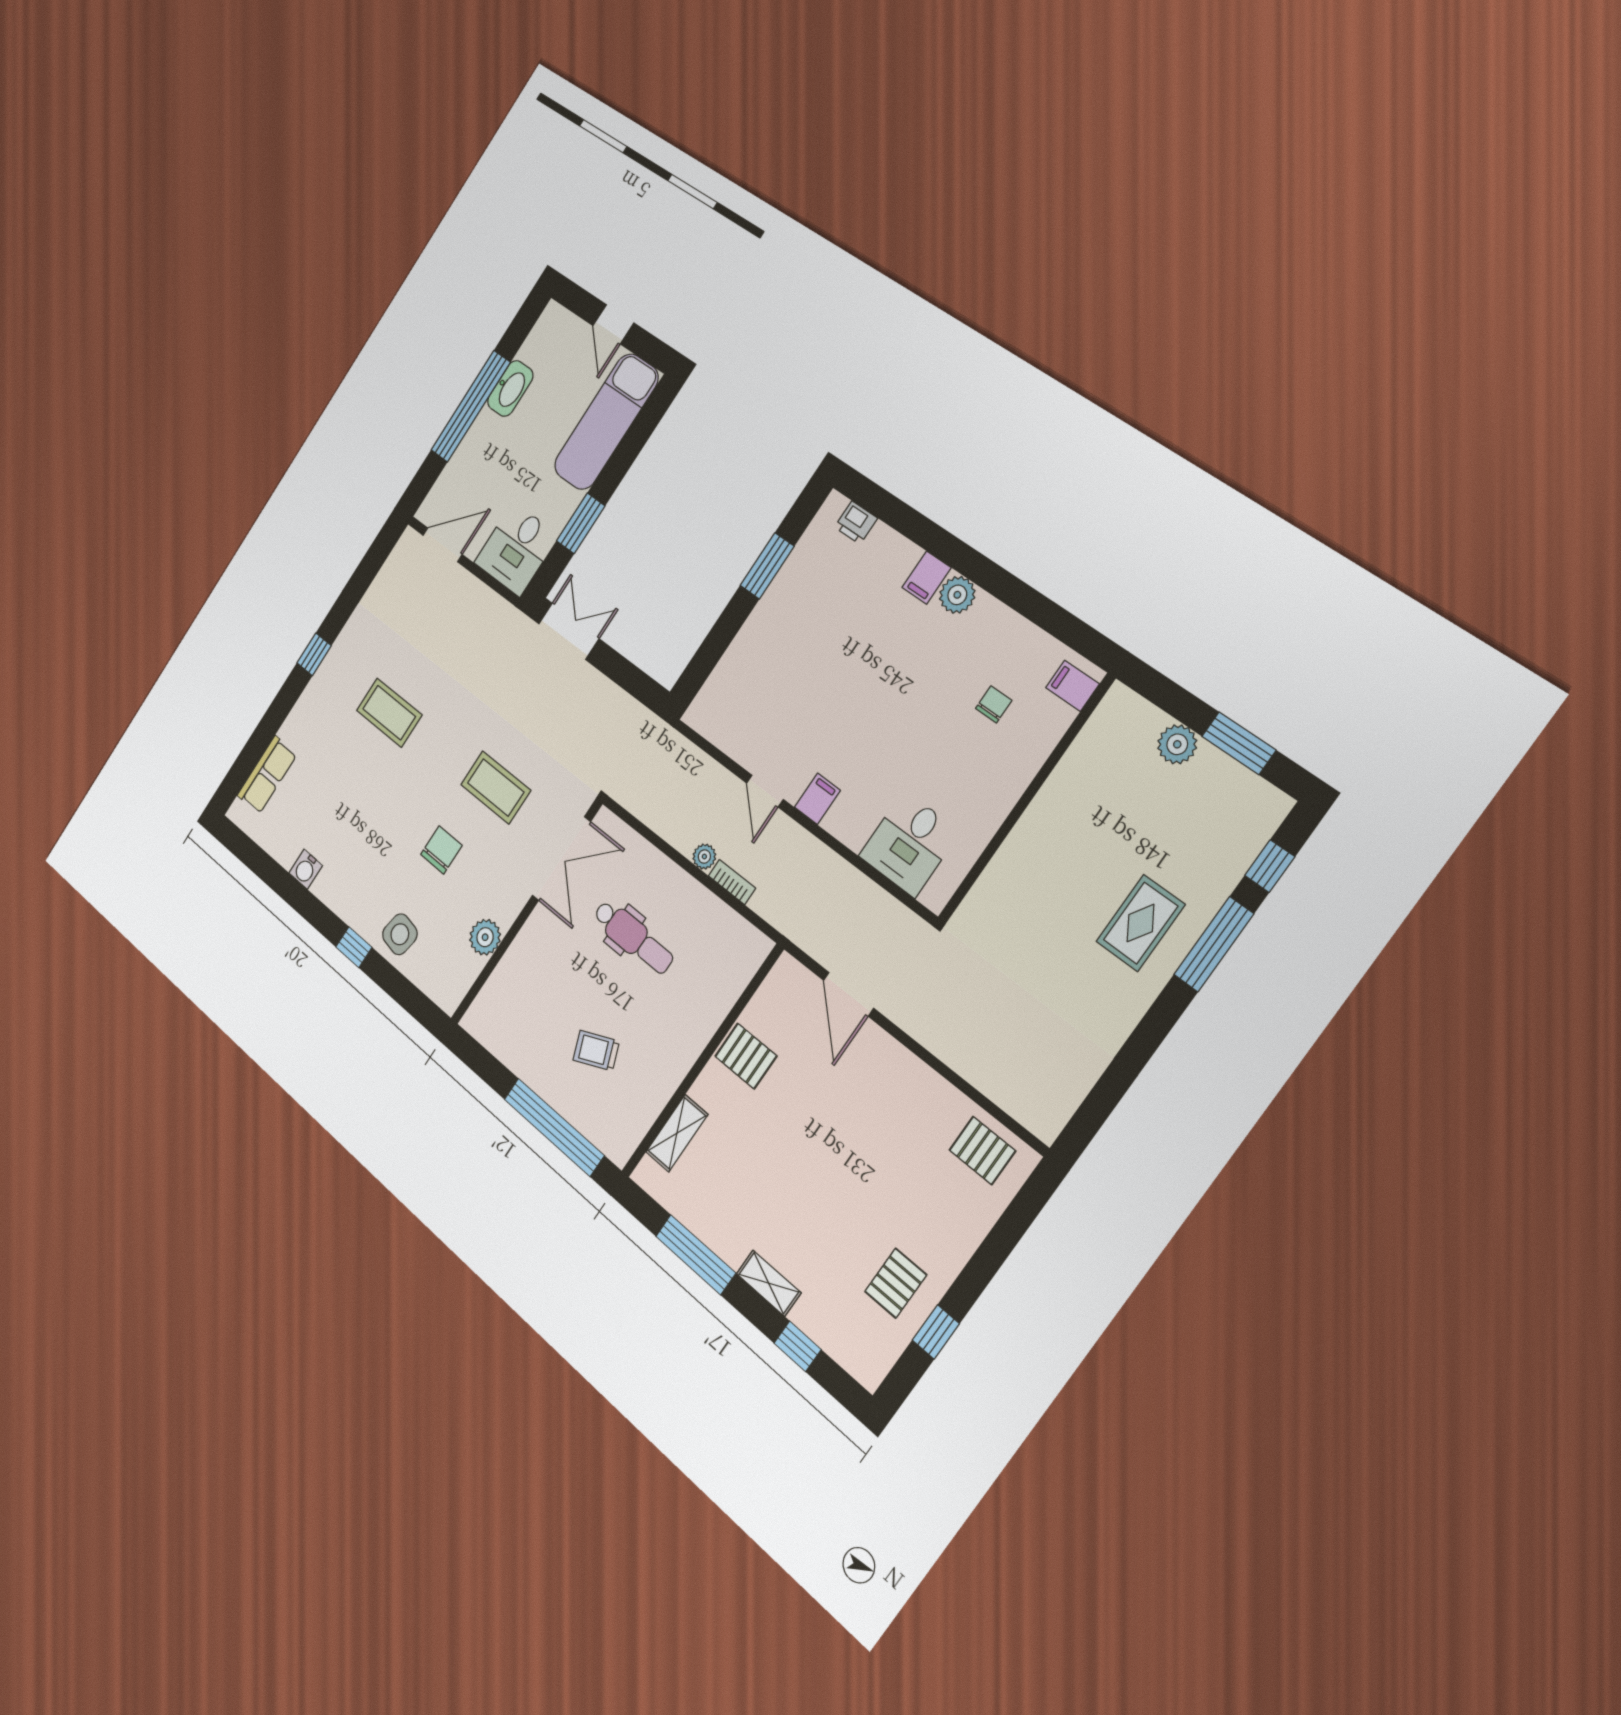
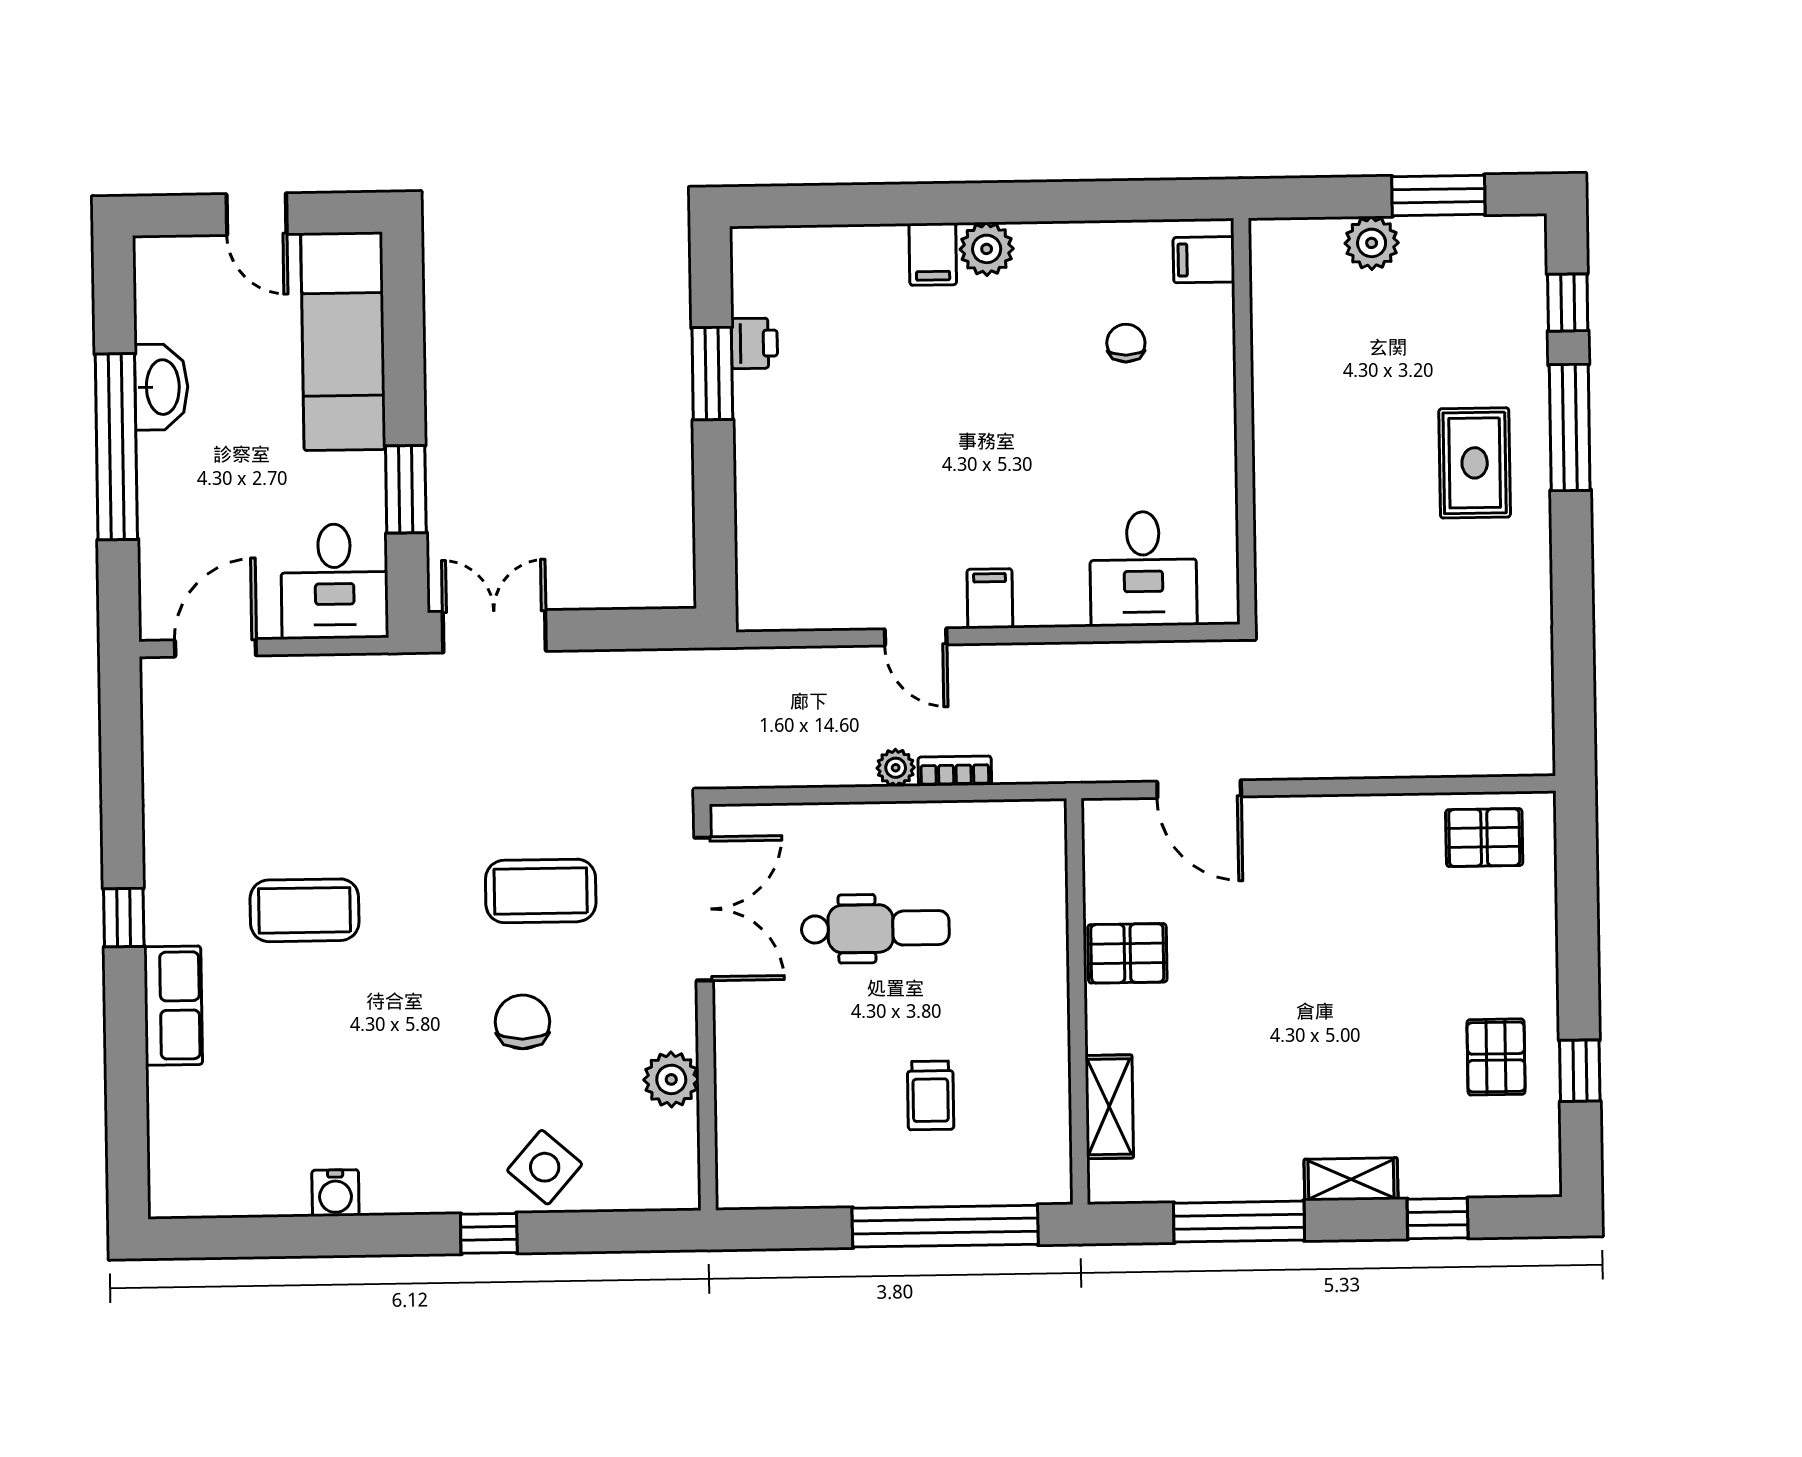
printer: (856, 523) -> (754, 343), moved, turned -90
row of seats: (267, 775) -> (173, 1006), moved
side table: (400, 934) -> (545, 1167), turned 31
trolley: (596, 1051) -> (931, 1095), turned -67

